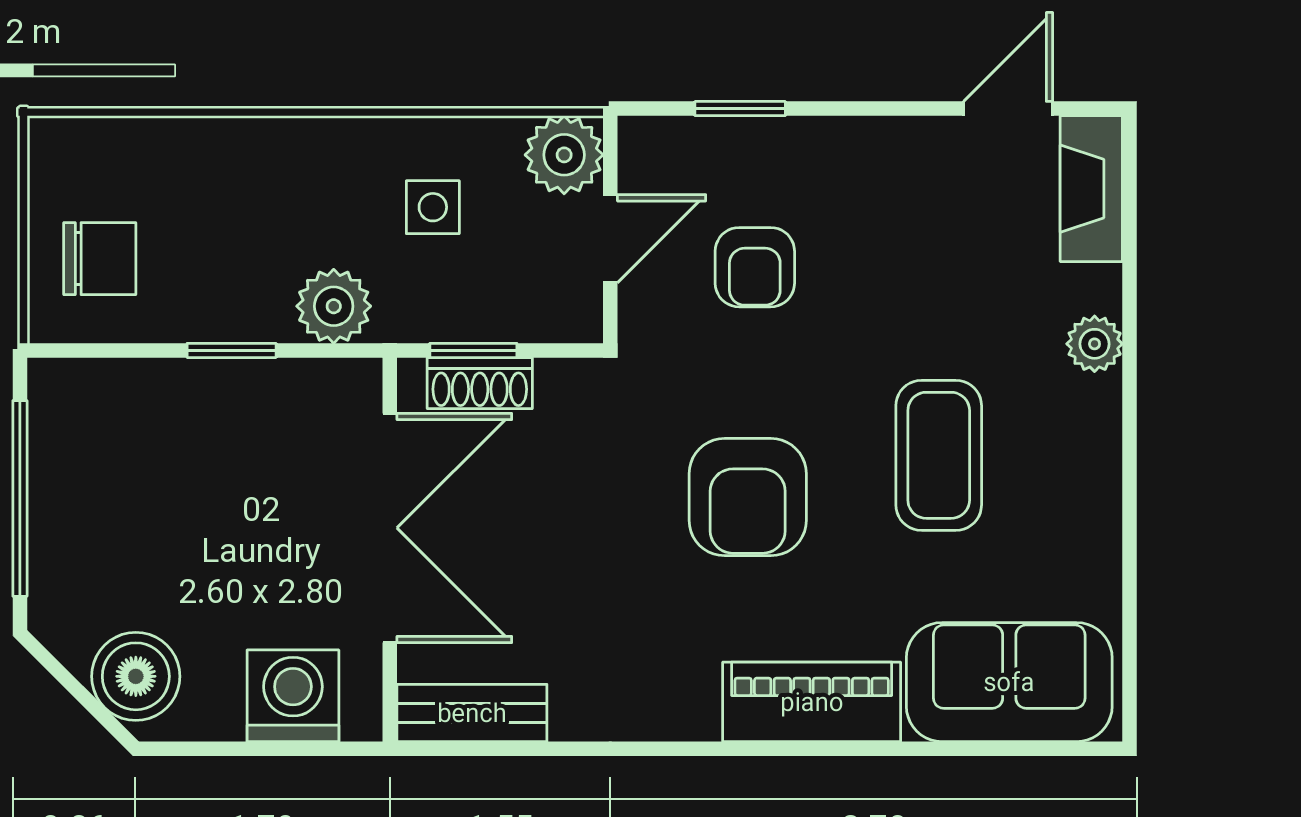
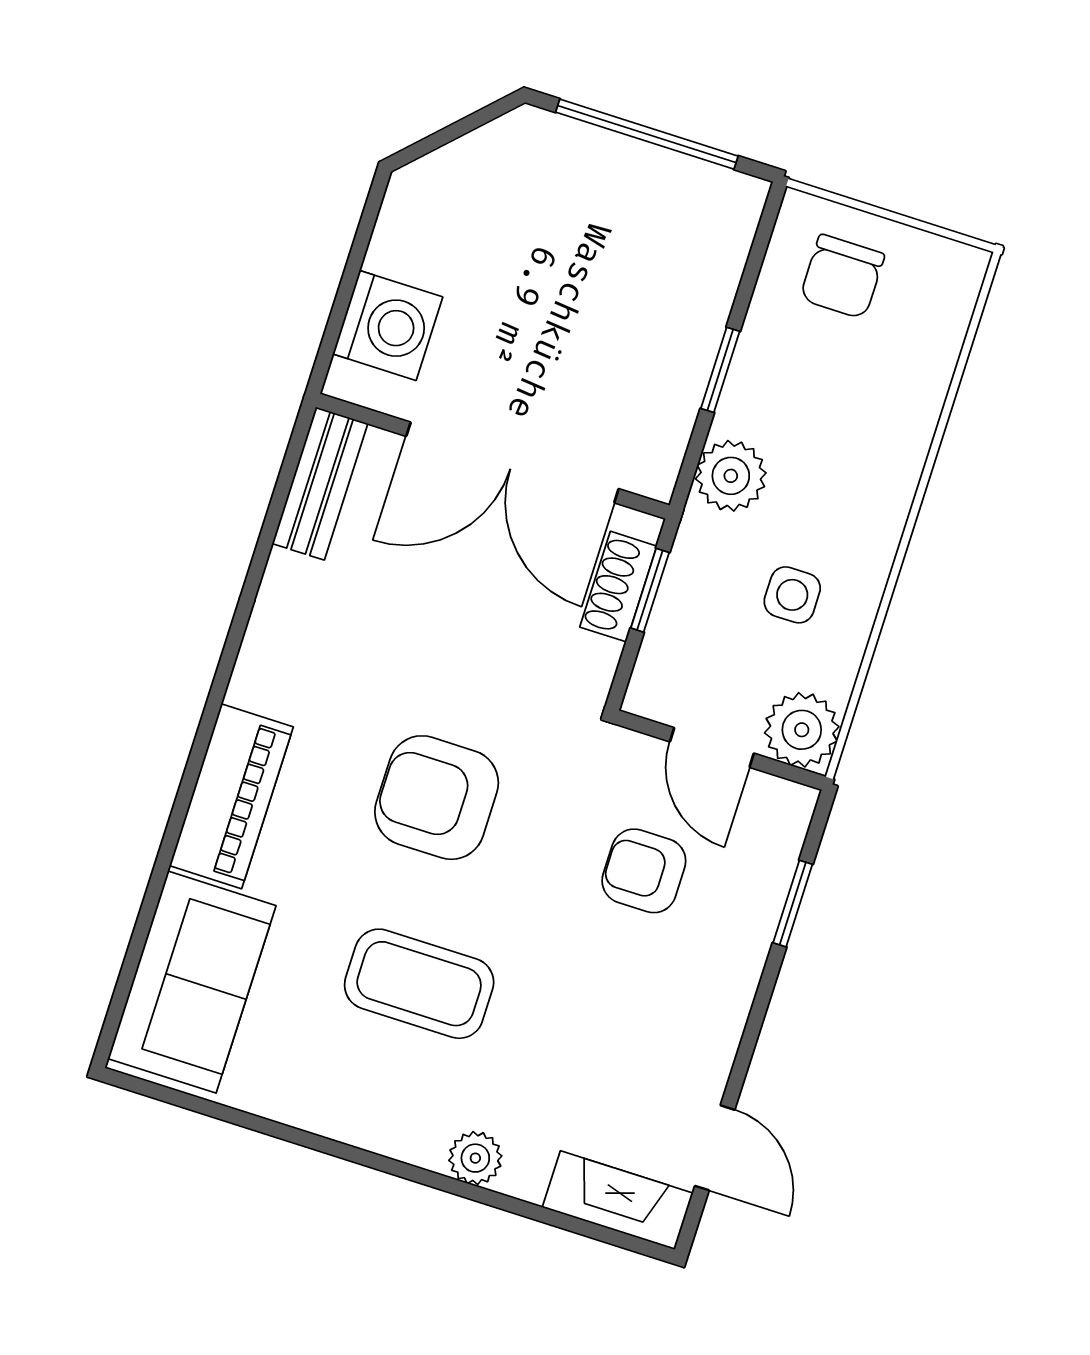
boiler: (136, 676) -> (451, 188), removed

